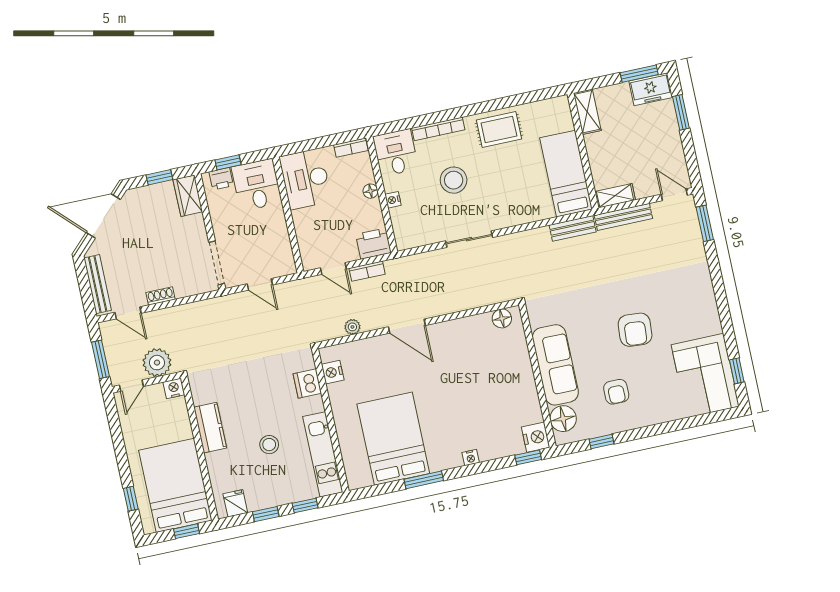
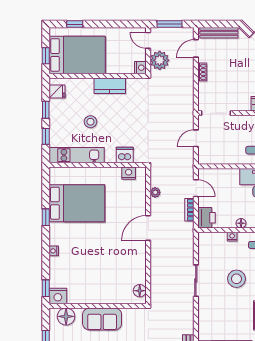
door: (333, 268) -> (196, 188), swing flipped
sofa: (555, 365) -> (102, 319), width x0.73
window: (424, 480) -> (46, 217), width x0.67

